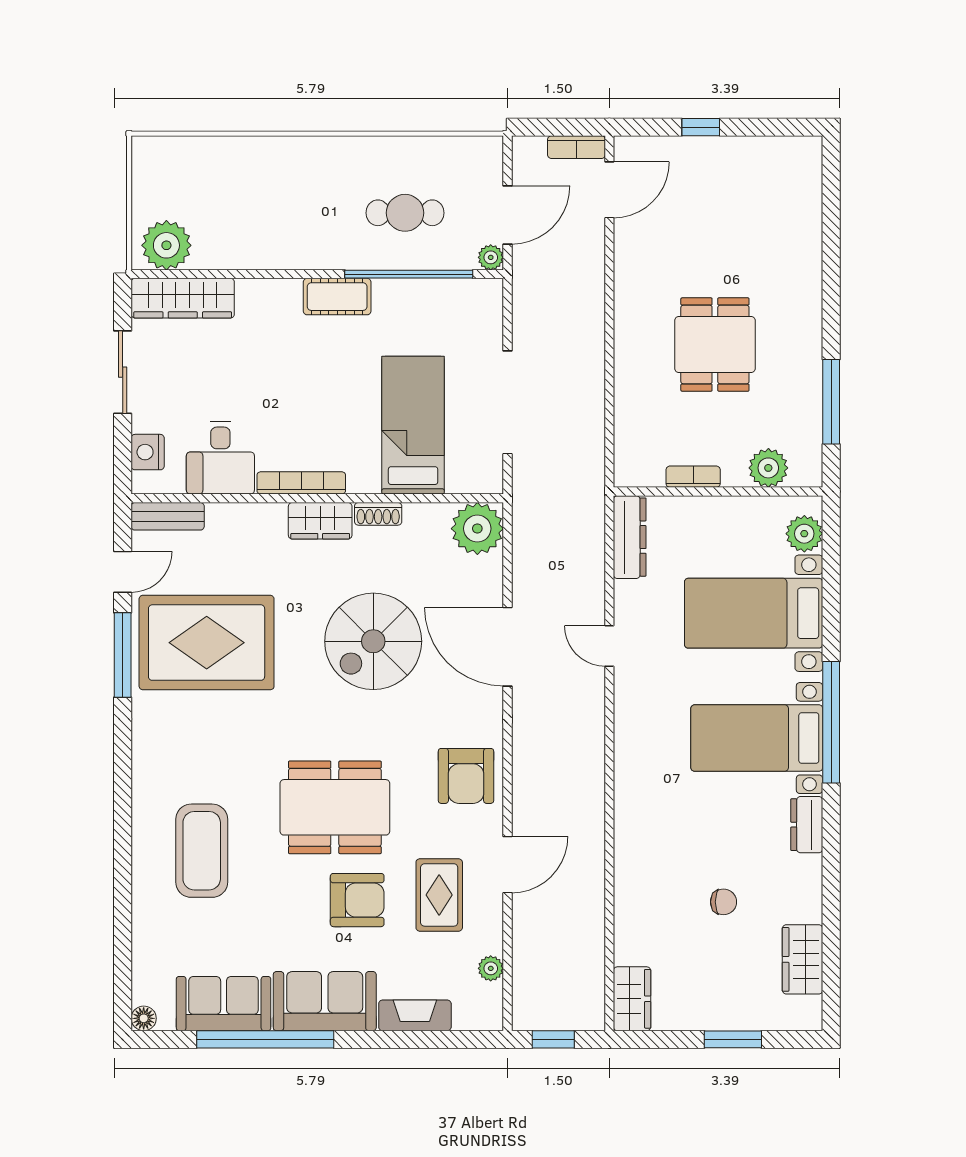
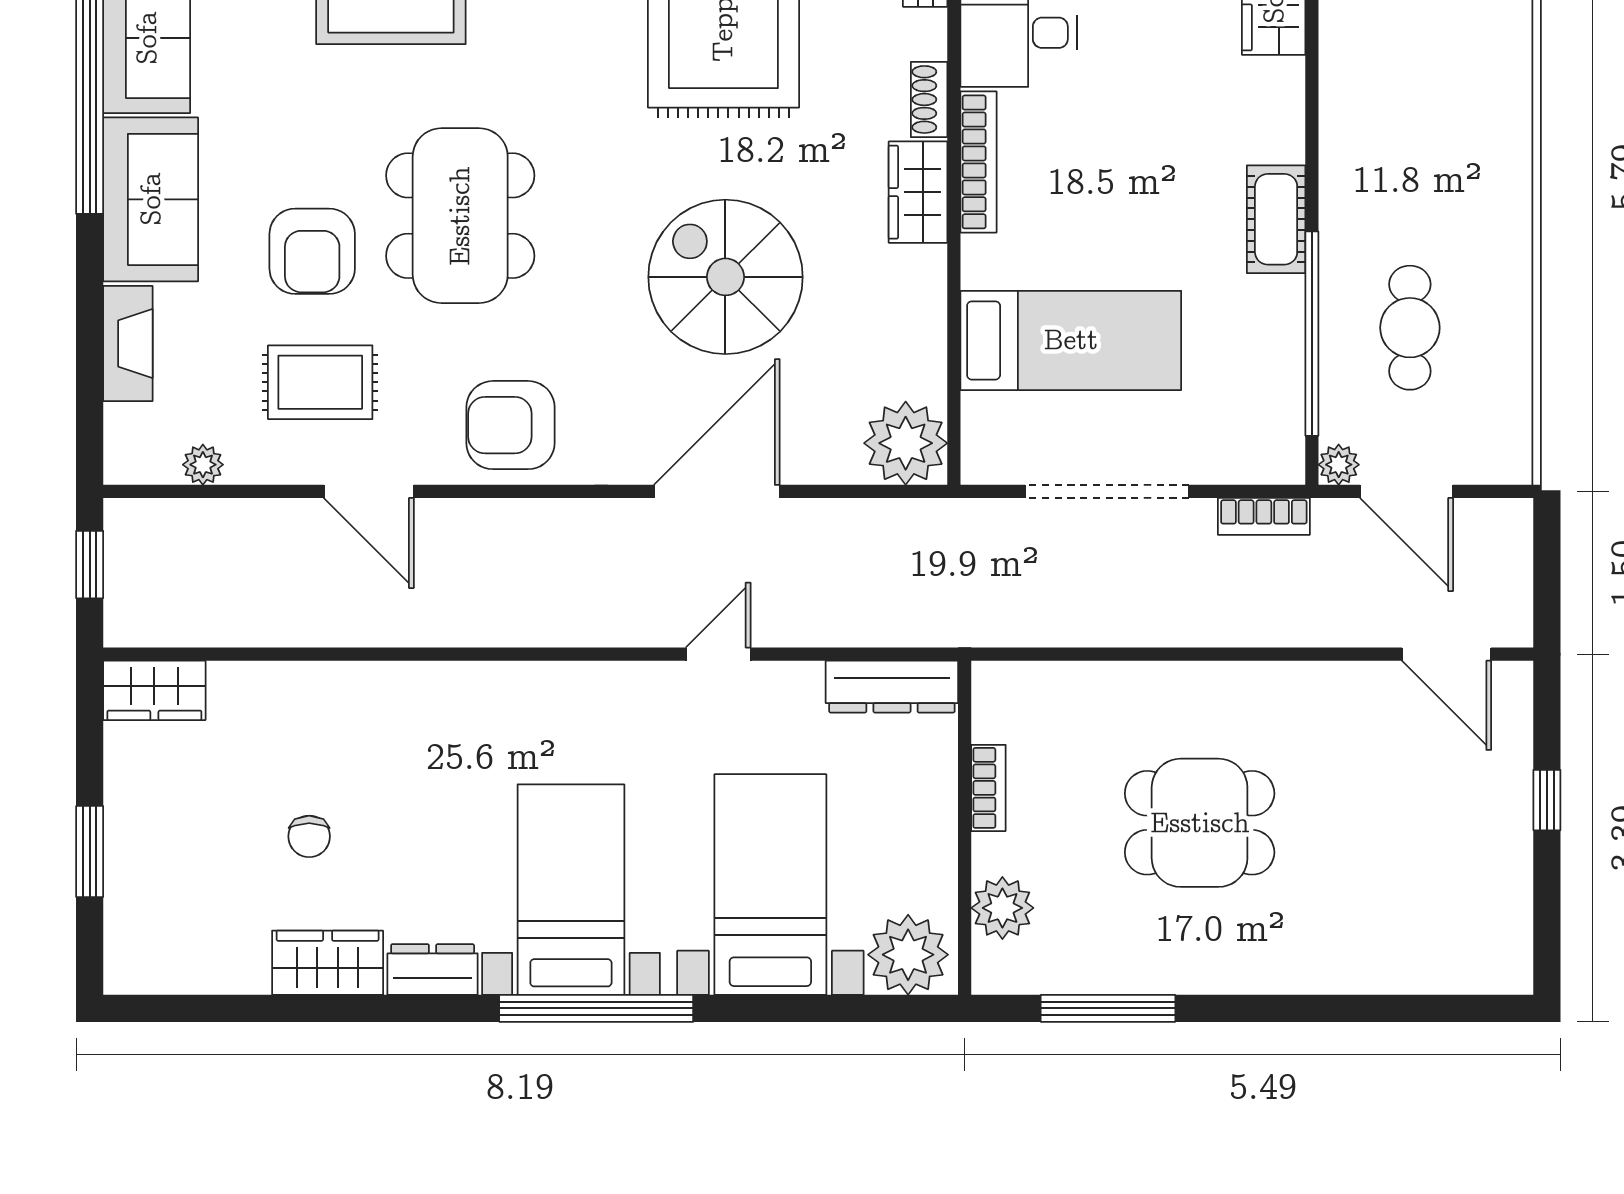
bookcase: (576, 147) -> (1264, 516), moved, turned -90
shoe rack: (378, 514) -> (929, 99), moved
plant: (804, 534) -> (908, 955), width x1.36, depth x1.36
wardrobe: (803, 959) -> (328, 963), moved

